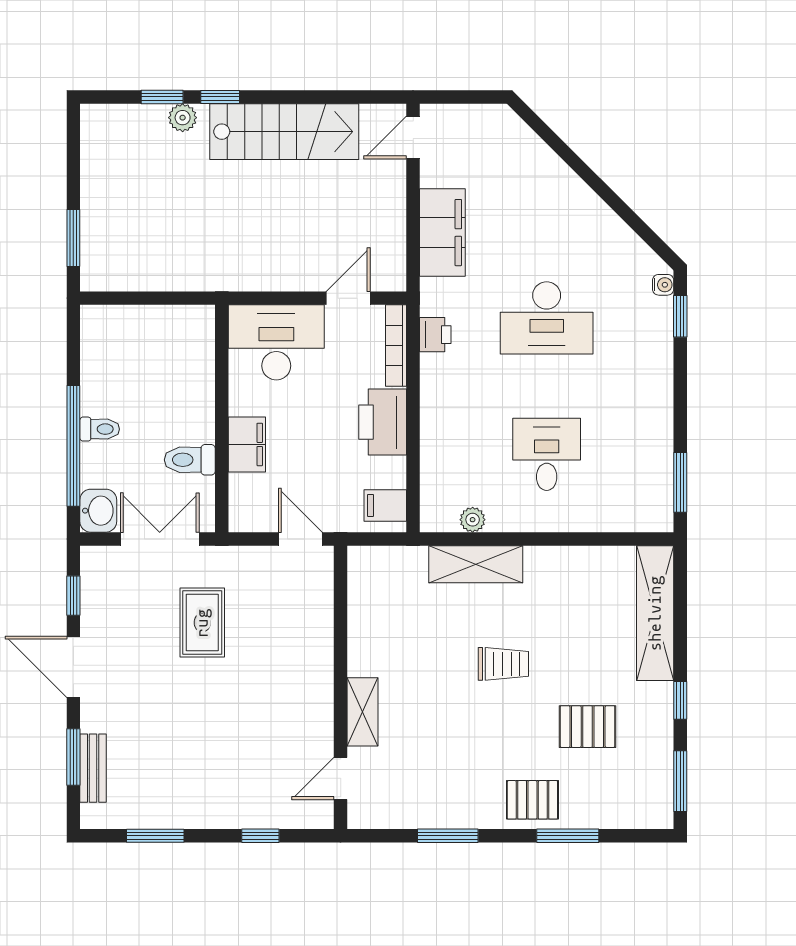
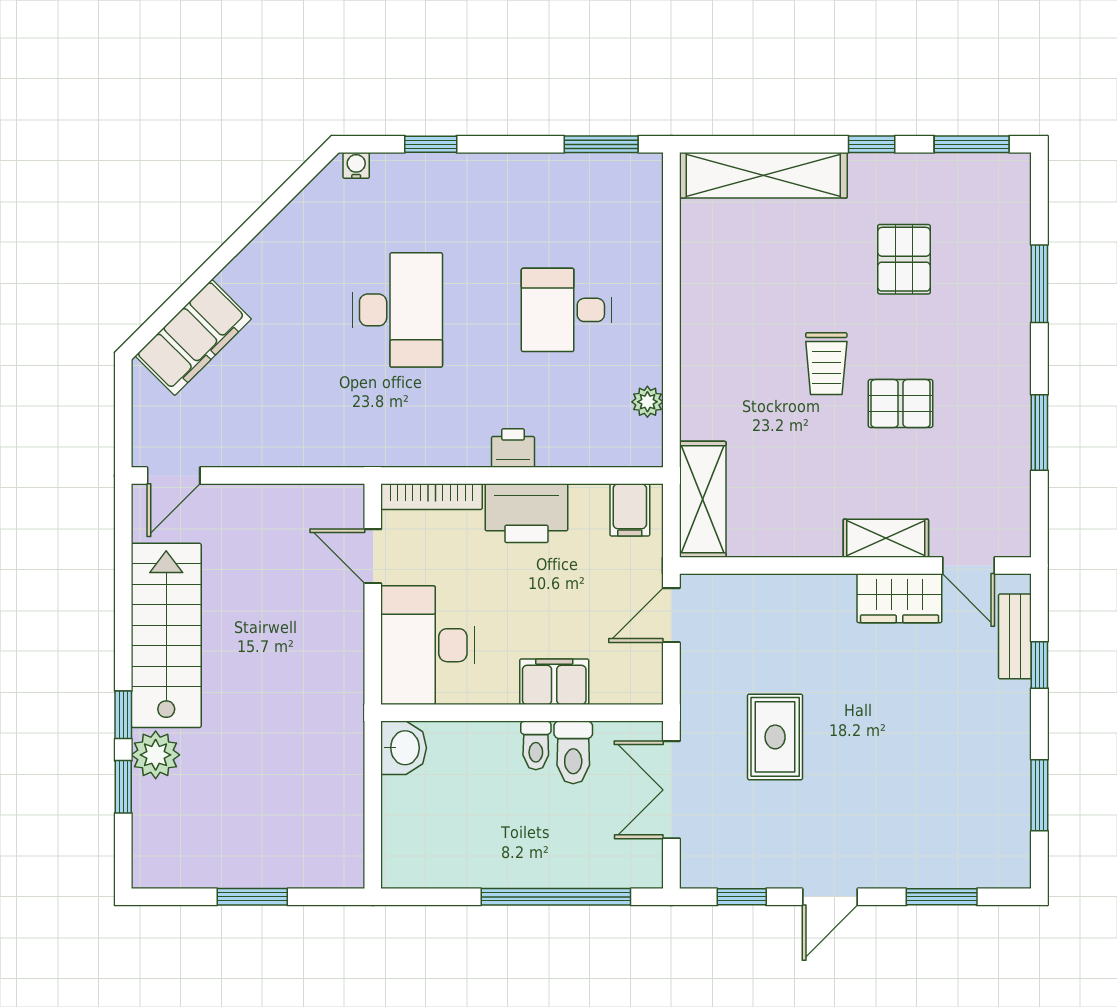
plant: (183, 118) -> (156, 755), width x1.38, depth x1.38
door: (413, 138) -> (174, 476), hinge flipped
filing cabinet: (442, 233) -> (193, 337), moved, turned 135
window: (73, 238) -> (252, 897), moved
window: (680, 316) -> (431, 144), moved
printer: (435, 335) -> (513, 448), moved
toilet: (100, 429) -> (536, 745), moved, turned 180
washbasin: (98, 511) -> (404, 748), moved, turned 90
shelving: (476, 564) -> (703, 499), moved
rug: (202, 623) -> (775, 737), turned 90
trolley: (503, 664) -> (826, 364), turned 180
door: (73, 667) -> (830, 897), width x0.73
wardrobe: (314, 723) -> (899, 598), added
bench: (93, 768) -> (1015, 636), moved, turned 90
pallet: (532, 800) -> (901, 403), moved, turned 90

